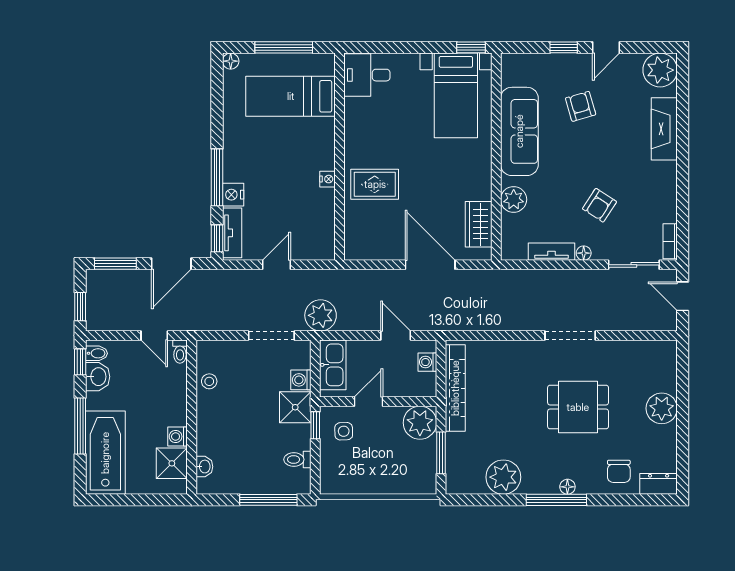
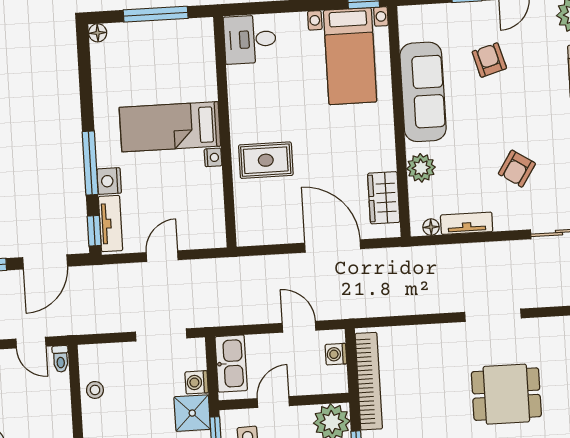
bed: (291, 96) -> (170, 127), moved
floor lamp: (584, 253) -> (431, 227), moved
plant: (321, 315) -> (214, 309), removed

